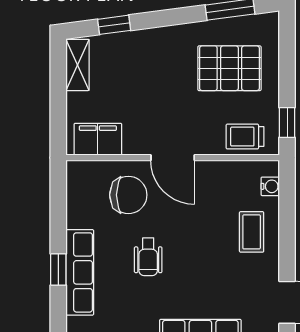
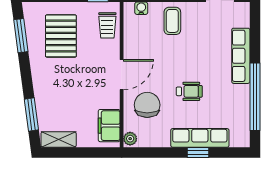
window: (114, 25) -> (31, 114), width x1.50
plant: (79, 170) -> (130, 139), added
coffee table: (252, 232) -> (172, 21), turned 90

